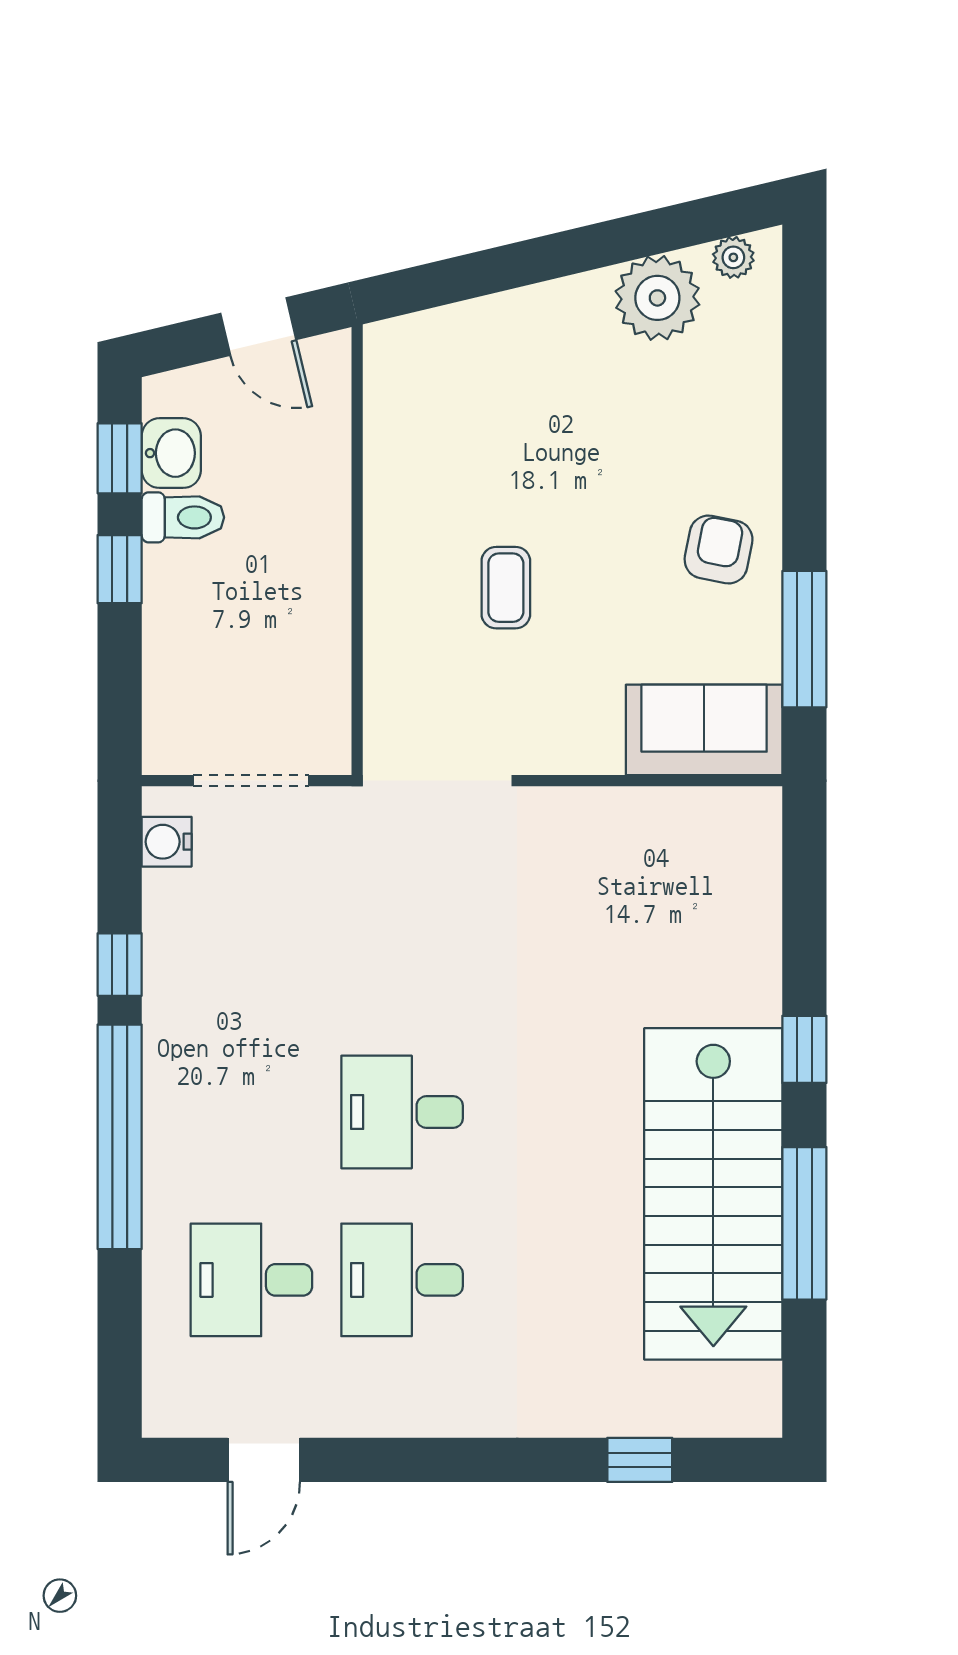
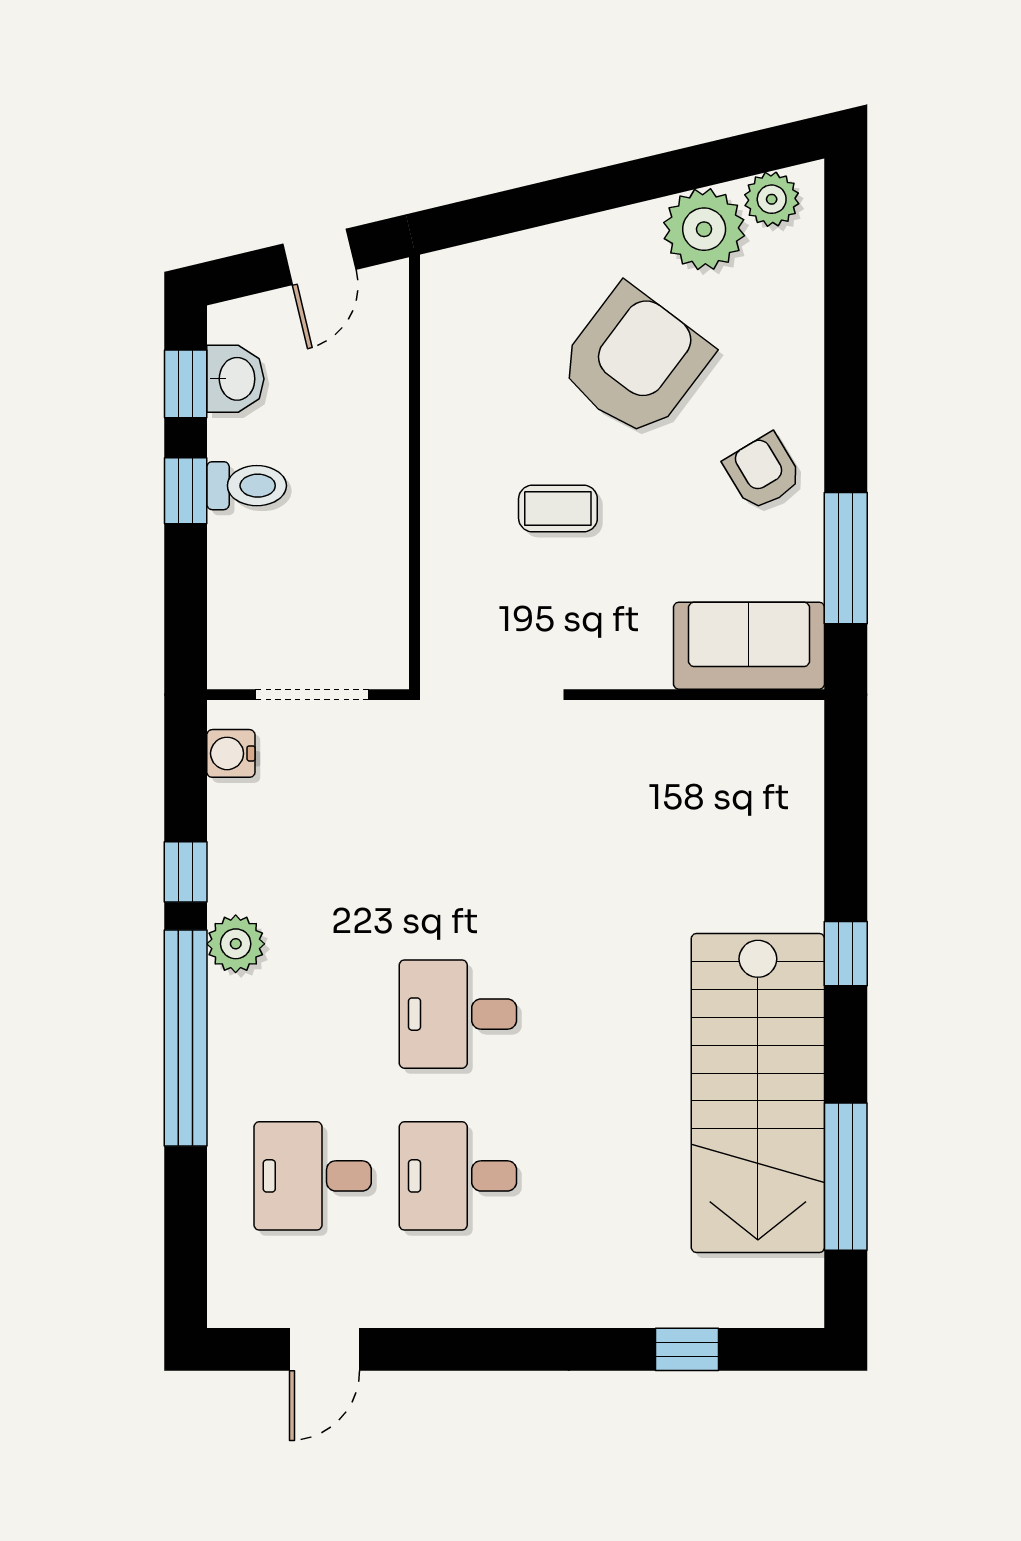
plant: (733, 257) -> (772, 199), width x1.38, depth x1.38
door: (258, 327) -> (319, 257), hinge flipped
armchair: (585, 435) -> (635, 362), added
toilet: (183, 517) -> (247, 486), moved
armchair: (719, 550) -> (763, 472), turned -42
coffee table: (506, 588) -> (558, 509), turned 90
plant: (172, 1039) -> (236, 944), added
window: (804, 1223) -> (846, 1177), moved

